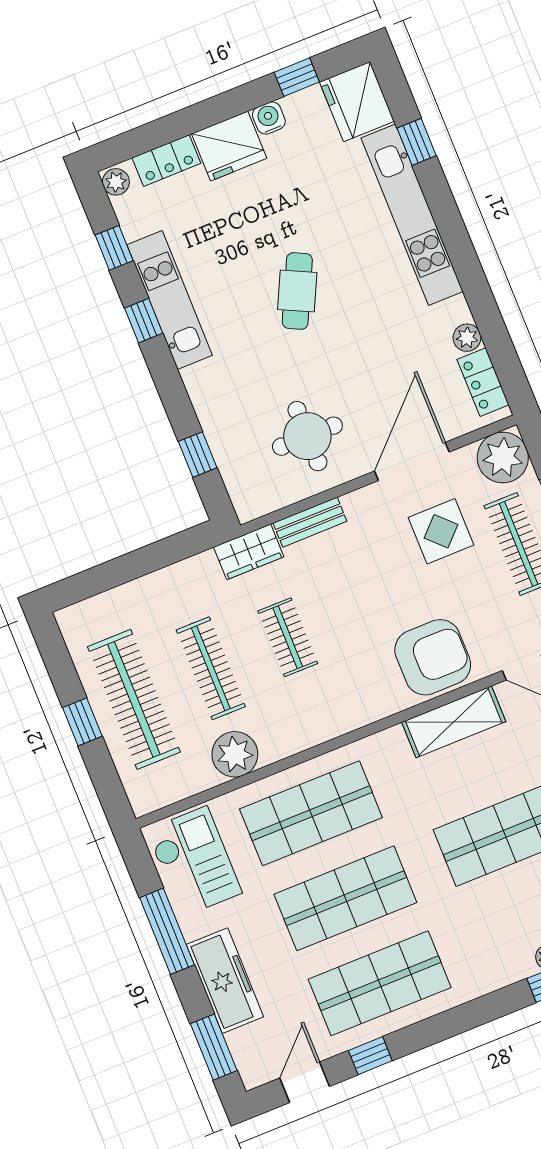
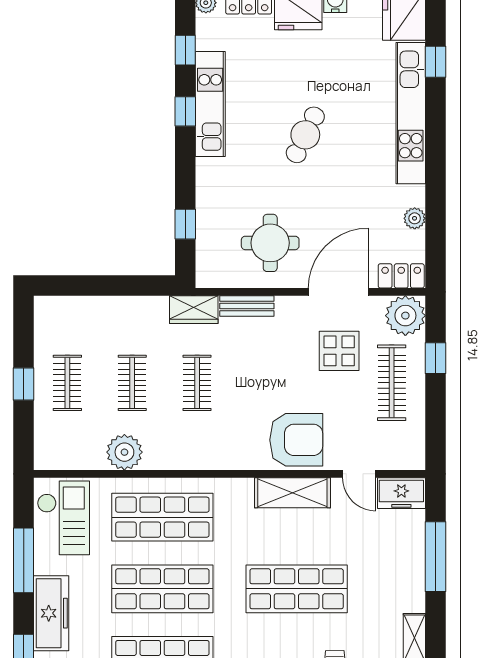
locker: (483, 382) -> (401, 276), moved, turned 90
clothes rail: (211, 668) -> (132, 383), width x0.73
clothes rail: (134, 699) -> (67, 383), width x0.54, depth x0.76

